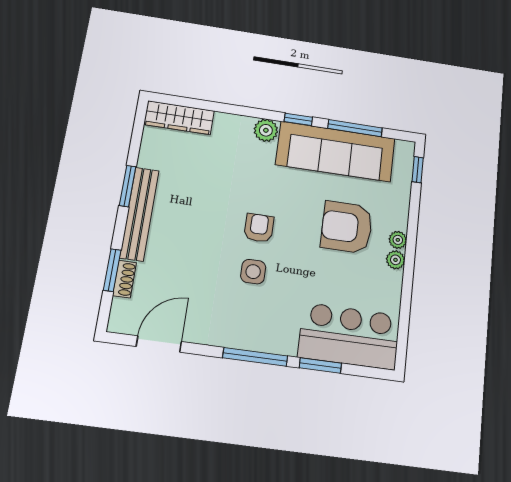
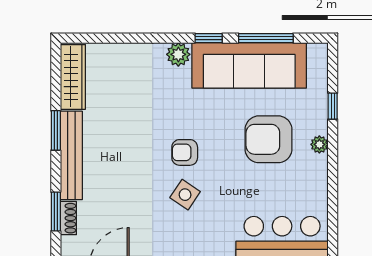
wardrobe: (179, 118) -> (73, 77), moved, turned -90
window: (418, 170) -> (333, 106), moved
armchair: (259, 228) -> (185, 152), turned -90
plant: (396, 260) -> (319, 164), removed
side table: (253, 272) -> (185, 195), turned 34

